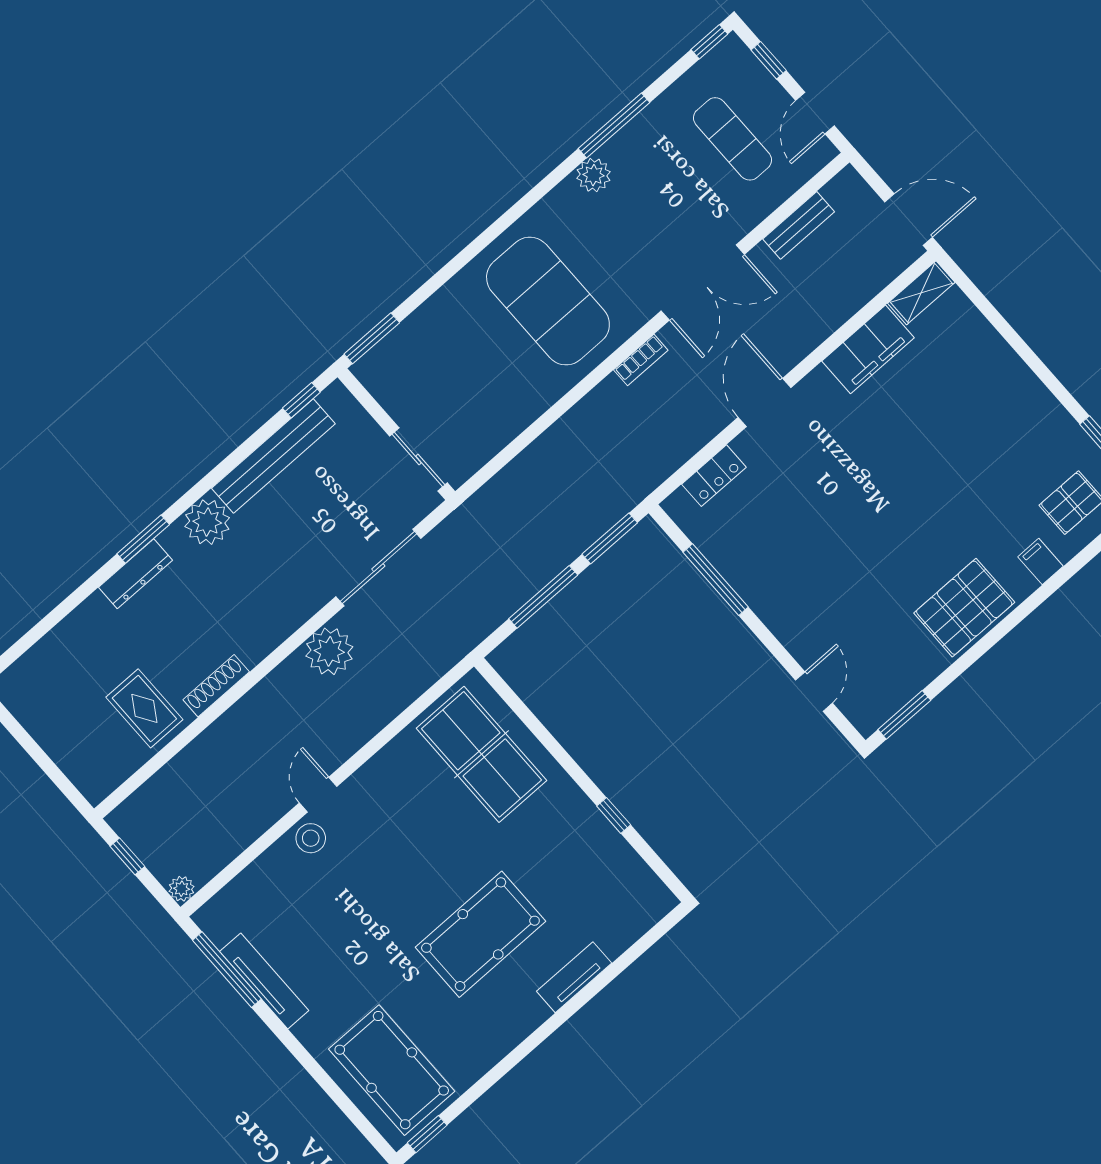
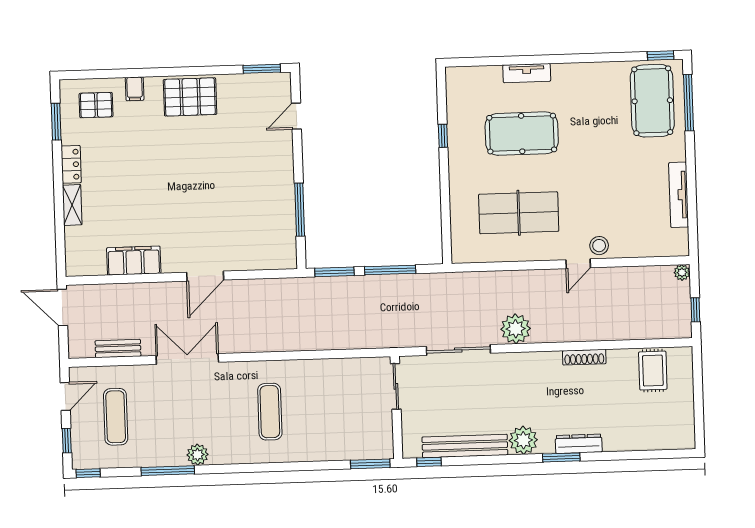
shelving: (921, 293) -> (72, 205), moved, turned 90
exercise mat: (548, 301) -> (270, 412), width x0.50, depth x0.69
bookcase: (641, 360) -> (248, 346), removed
locker: (714, 476) -> (71, 164), moved, turned 90
rug: (144, 708) -> (653, 371), moved
table tennis table: (482, 754) -> (519, 213), moved, turned 90
pool table: (480, 934) -> (522, 134), moved
window: (227, 970) -> (688, 103), moved

